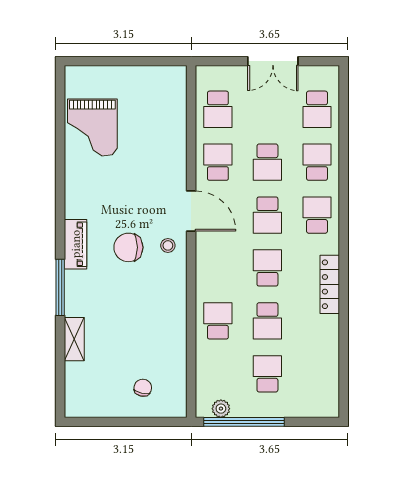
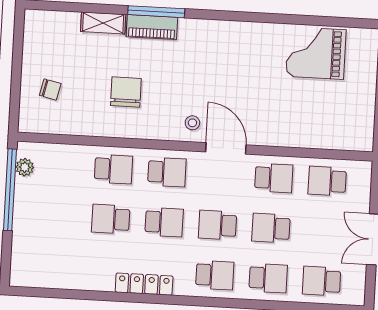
door: (191, 211) -> (226, 148), swing flipped
piano: (76, 244) -> (152, 27), moved
chair: (128, 247) -> (126, 92), moved
school desk: (267, 374) -> (167, 172), moved

